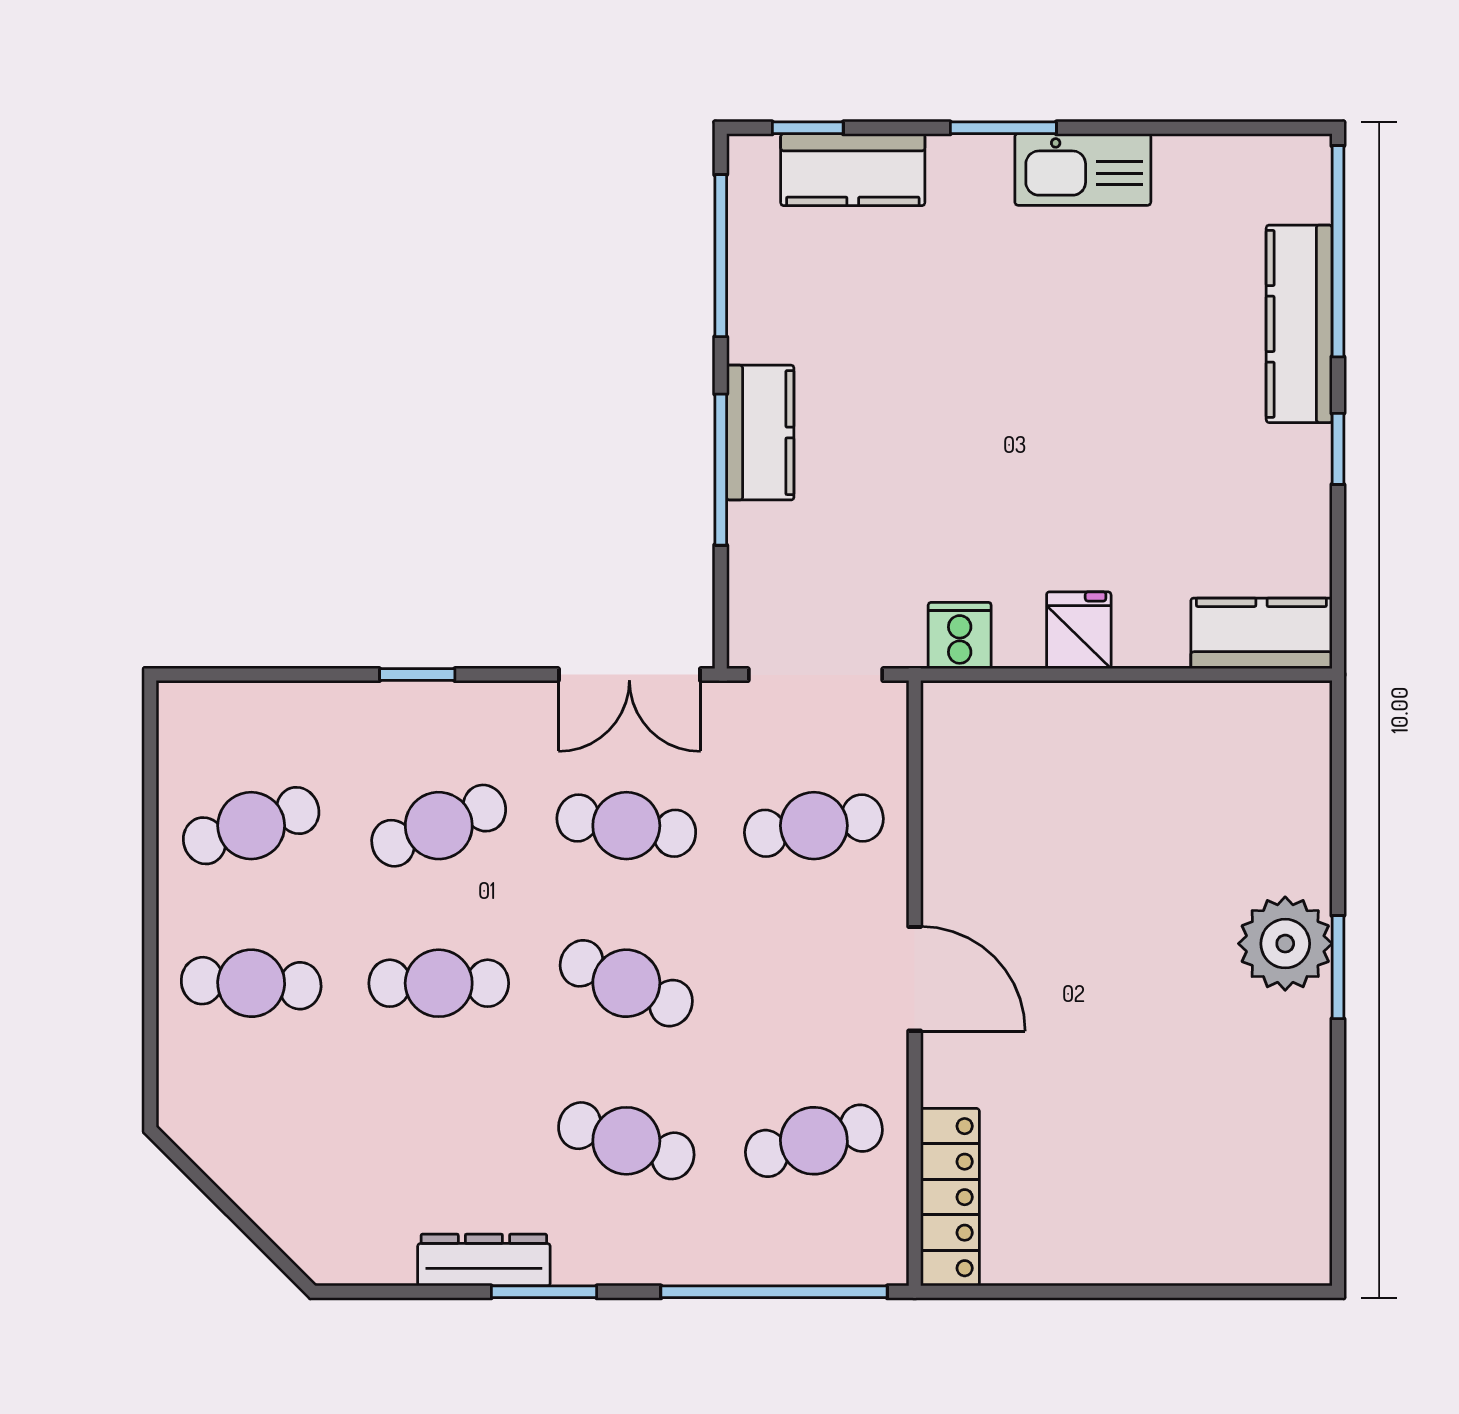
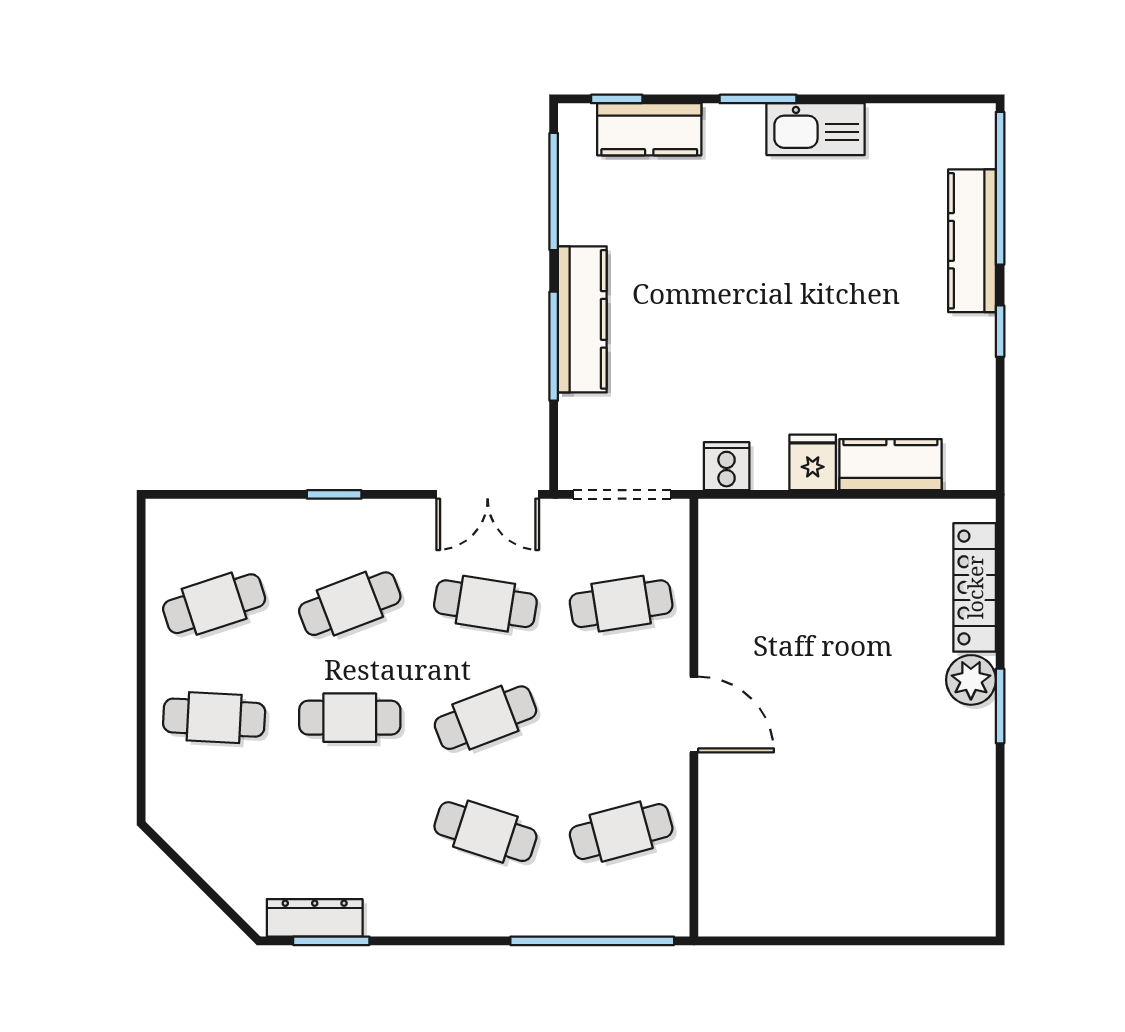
kitchen counter: (760, 433) -> (582, 319), width x1.50
kitchen counter: (1261, 633) -> (890, 465), moved
plant: (1285, 944) -> (971, 680), width x0.73, depth x0.73
cafe table: (626, 983) -> (485, 718), turned -45
locker: (950, 1197) -> (975, 587), moved, turned 180
dresser: (484, 1260) -> (315, 918), moved
window: (544, 1292) -> (331, 941), moved

